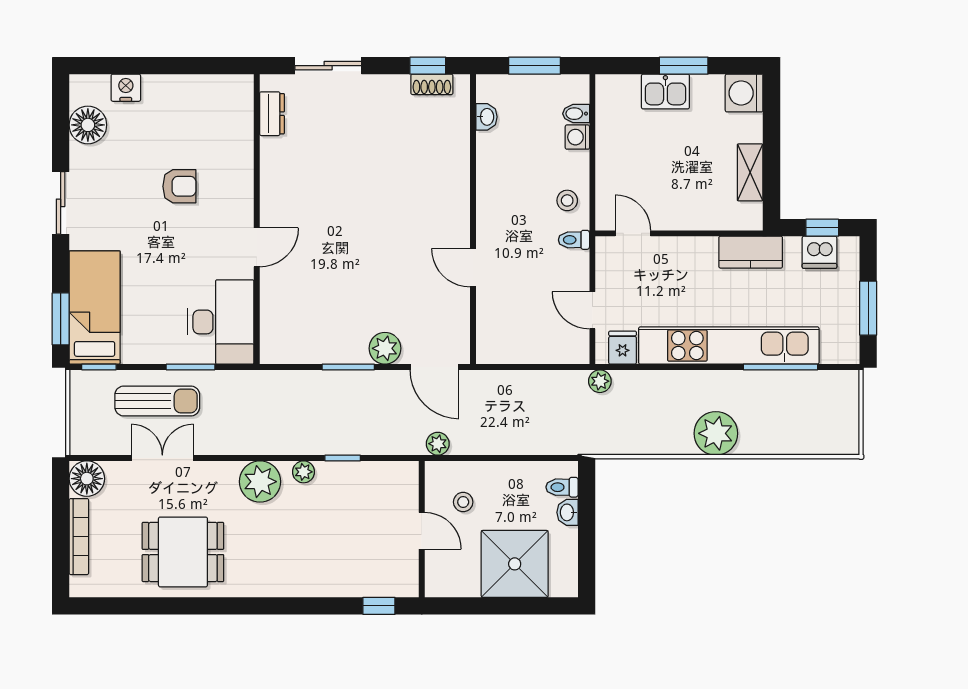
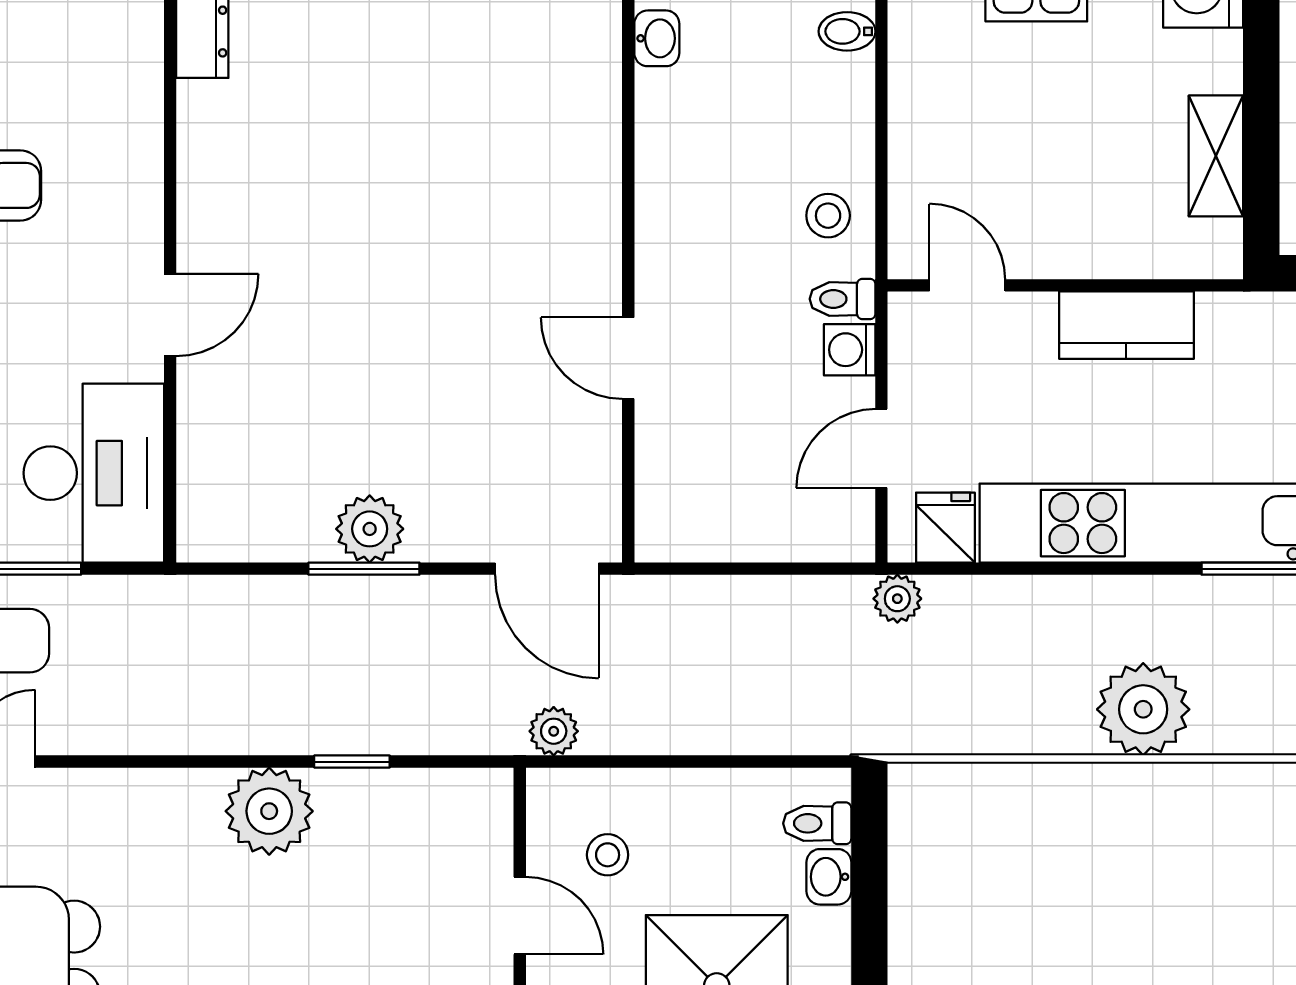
washing machine: (577, 137) -> (850, 350), moved
kitchen counter: (751, 252) -> (1126, 325), moved
door: (592, 310) -> (881, 448), hinge flipped
plant: (385, 348) -> (370, 529), moved
plant: (304, 472) -> (269, 811), width x1.88, depth x1.88
plant: (260, 482) -> (177, 811), removed

